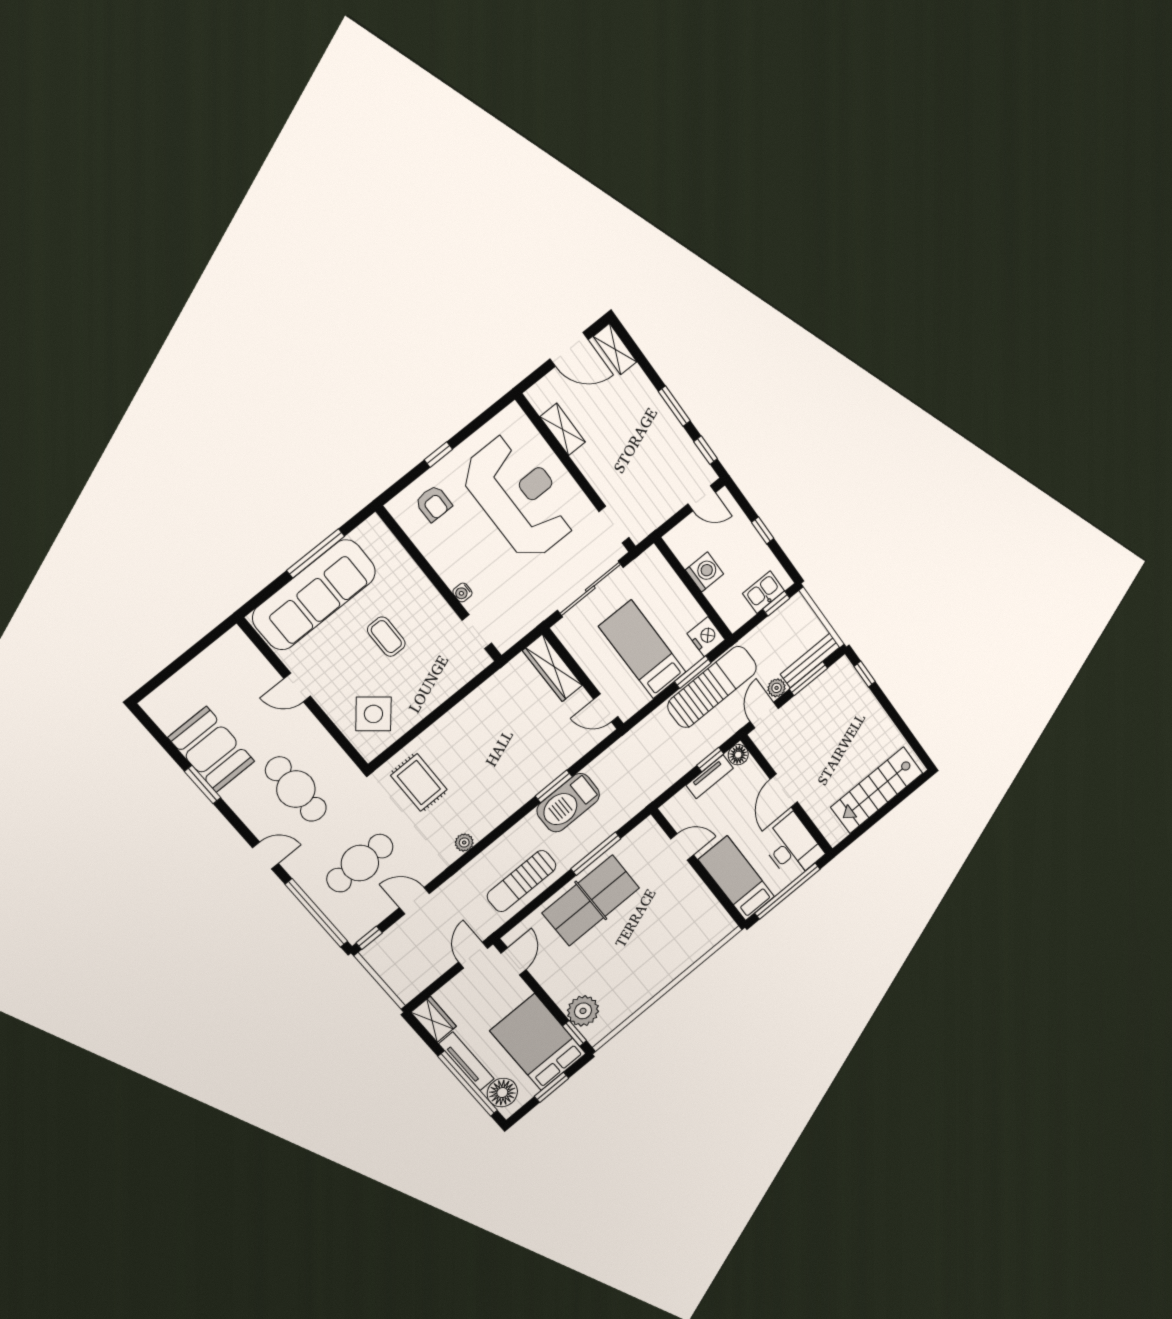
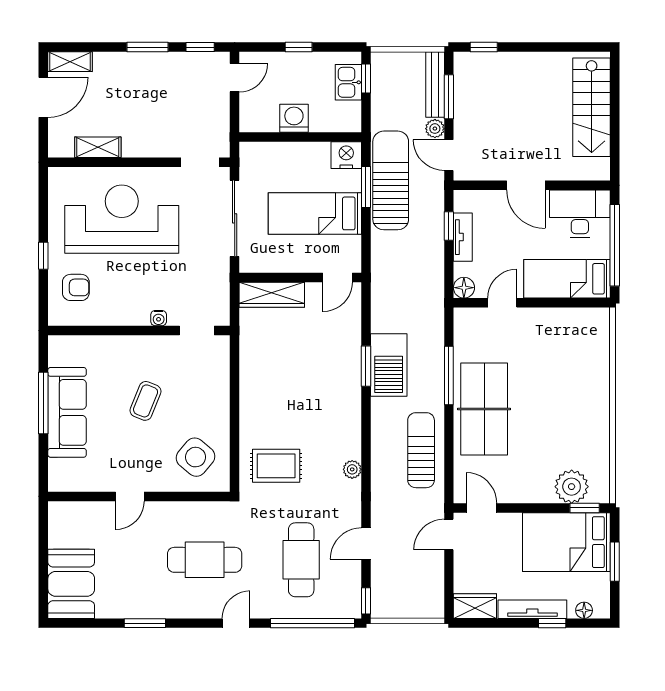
sofa: (314, 595) -> (67, 412), width x0.74, depth x0.79
coffee table: (386, 637) -> (146, 401), turned -68
booth: (211, 749) -> (71, 584), moved, turned 90
floor lamp: (738, 755) -> (464, 288), moved
sun lounger: (522, 881) -> (421, 450), turned 180
door: (473, 955) -> (449, 535), hinge flipped
window: (468, 1084) -> (552, 623), width x0.32
floor lamp: (502, 1093) -> (584, 610), width x0.53, depth x0.53

